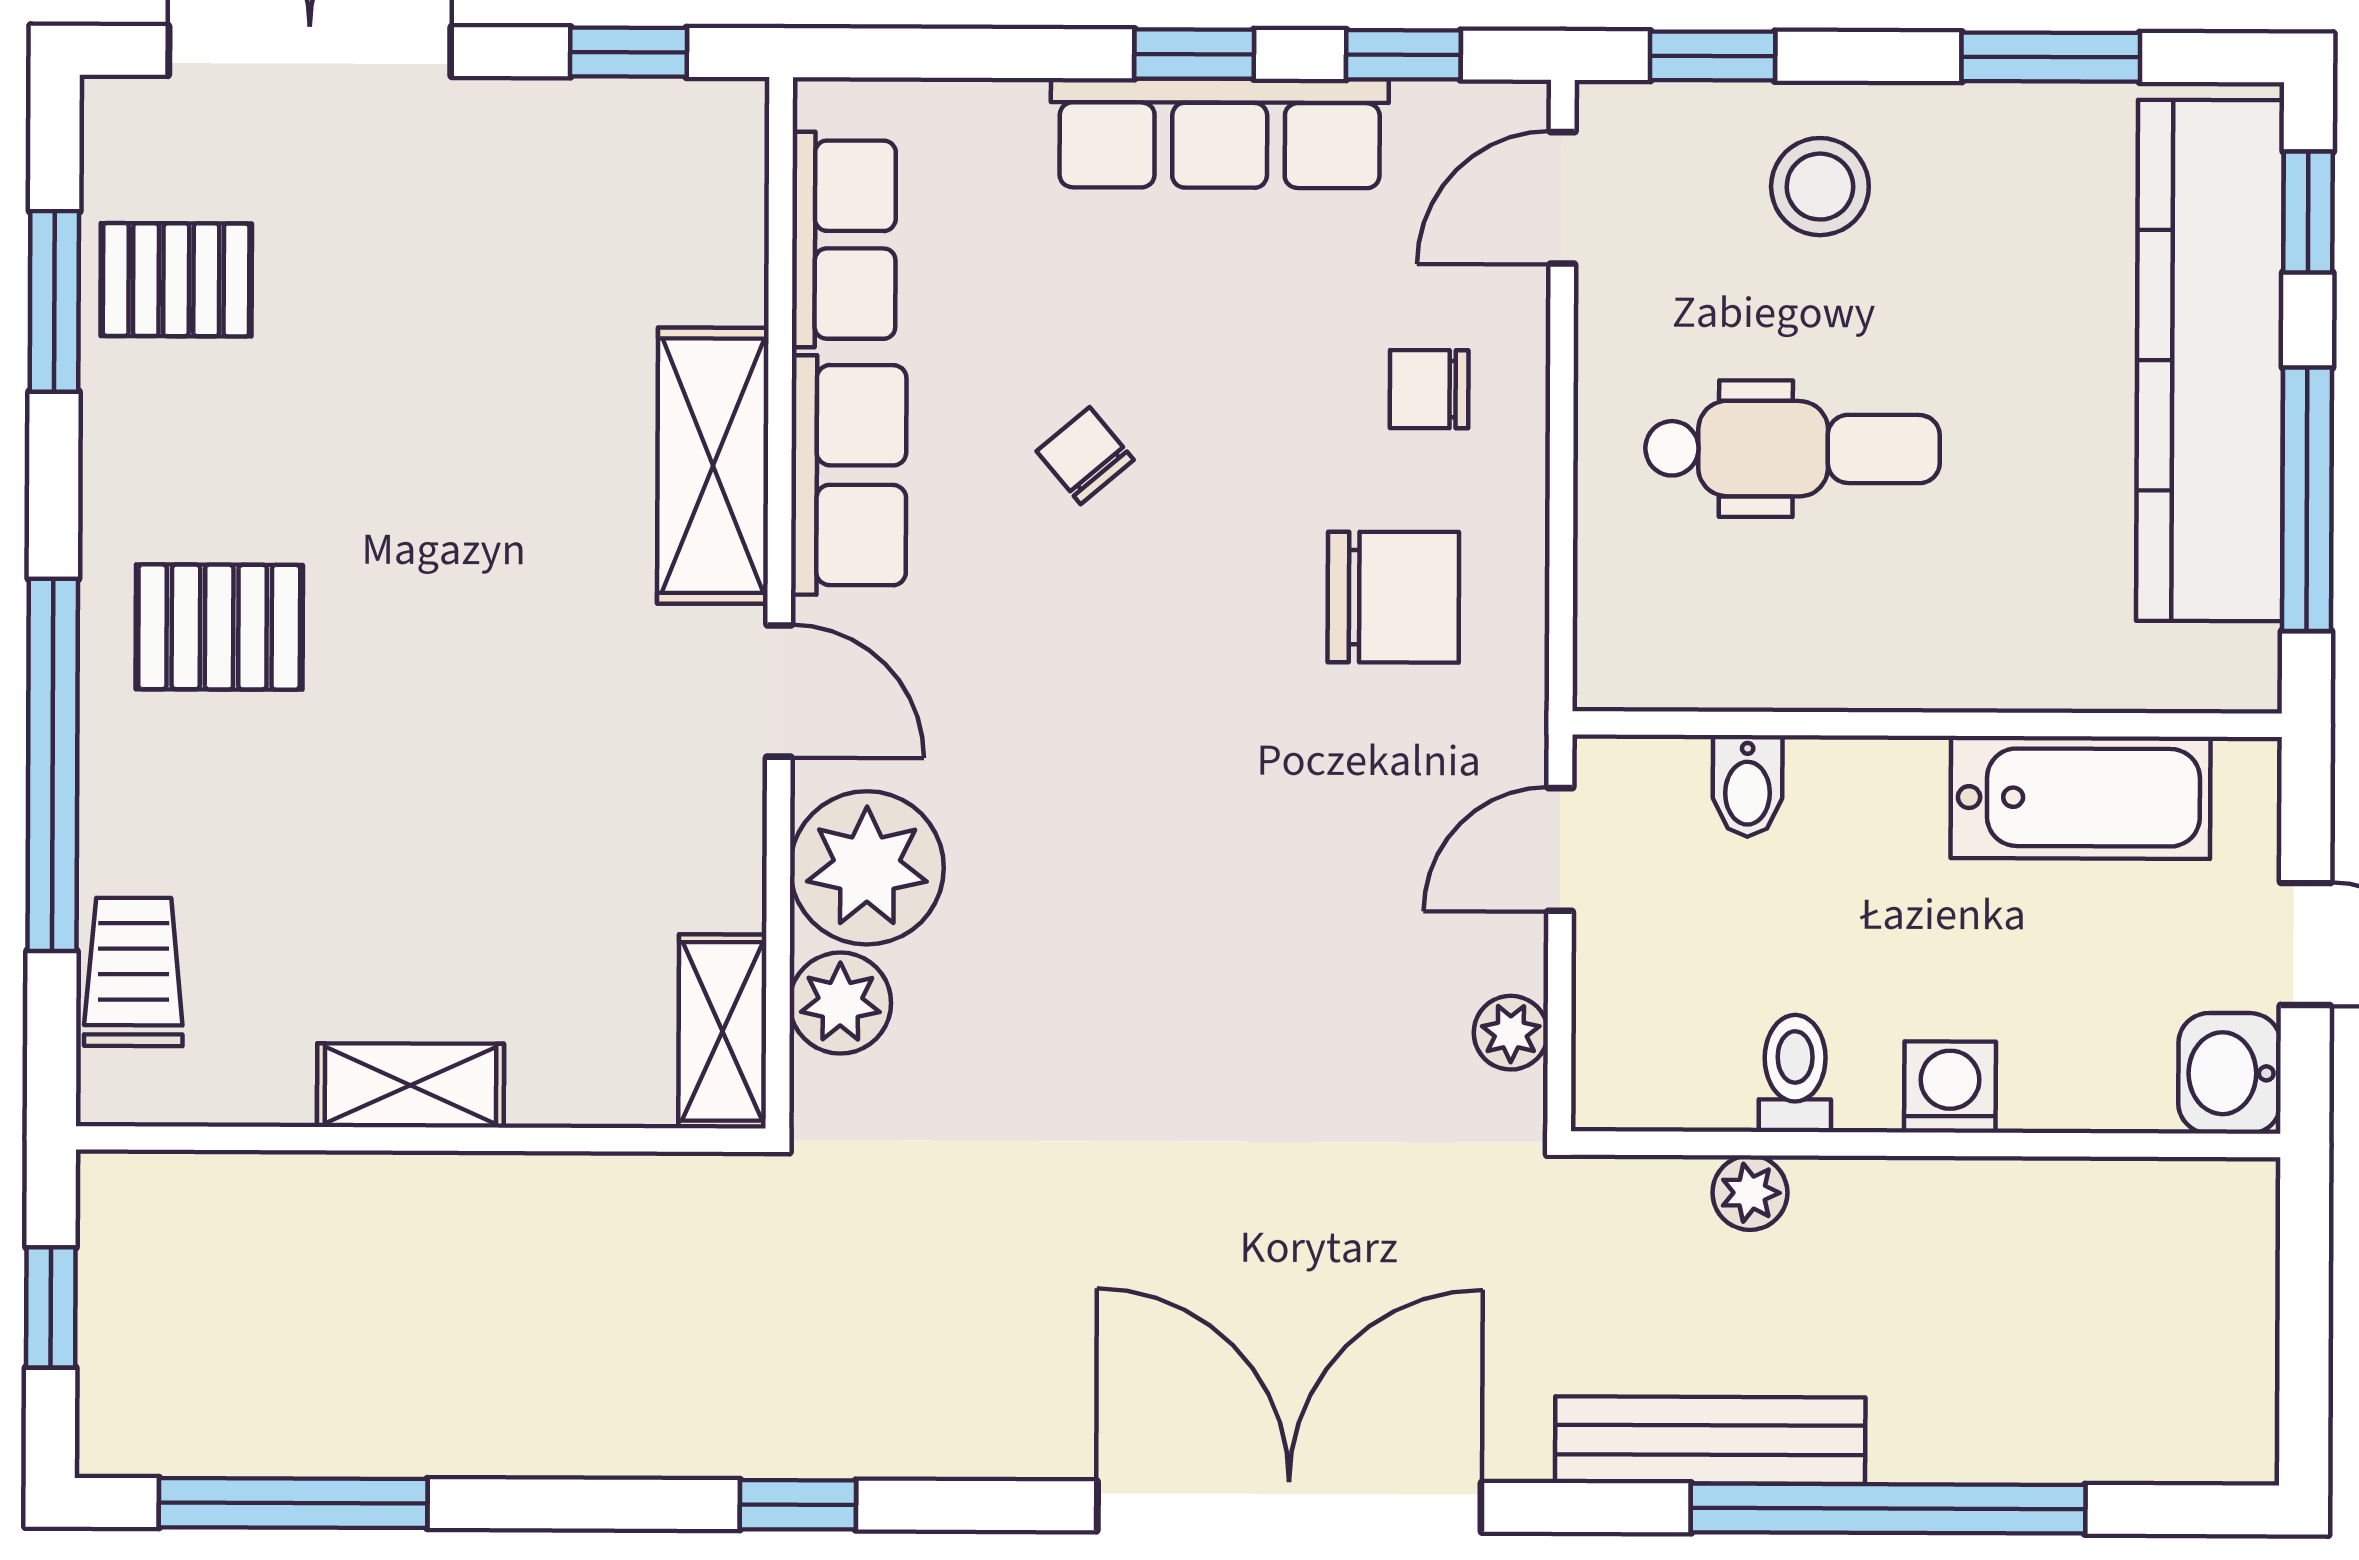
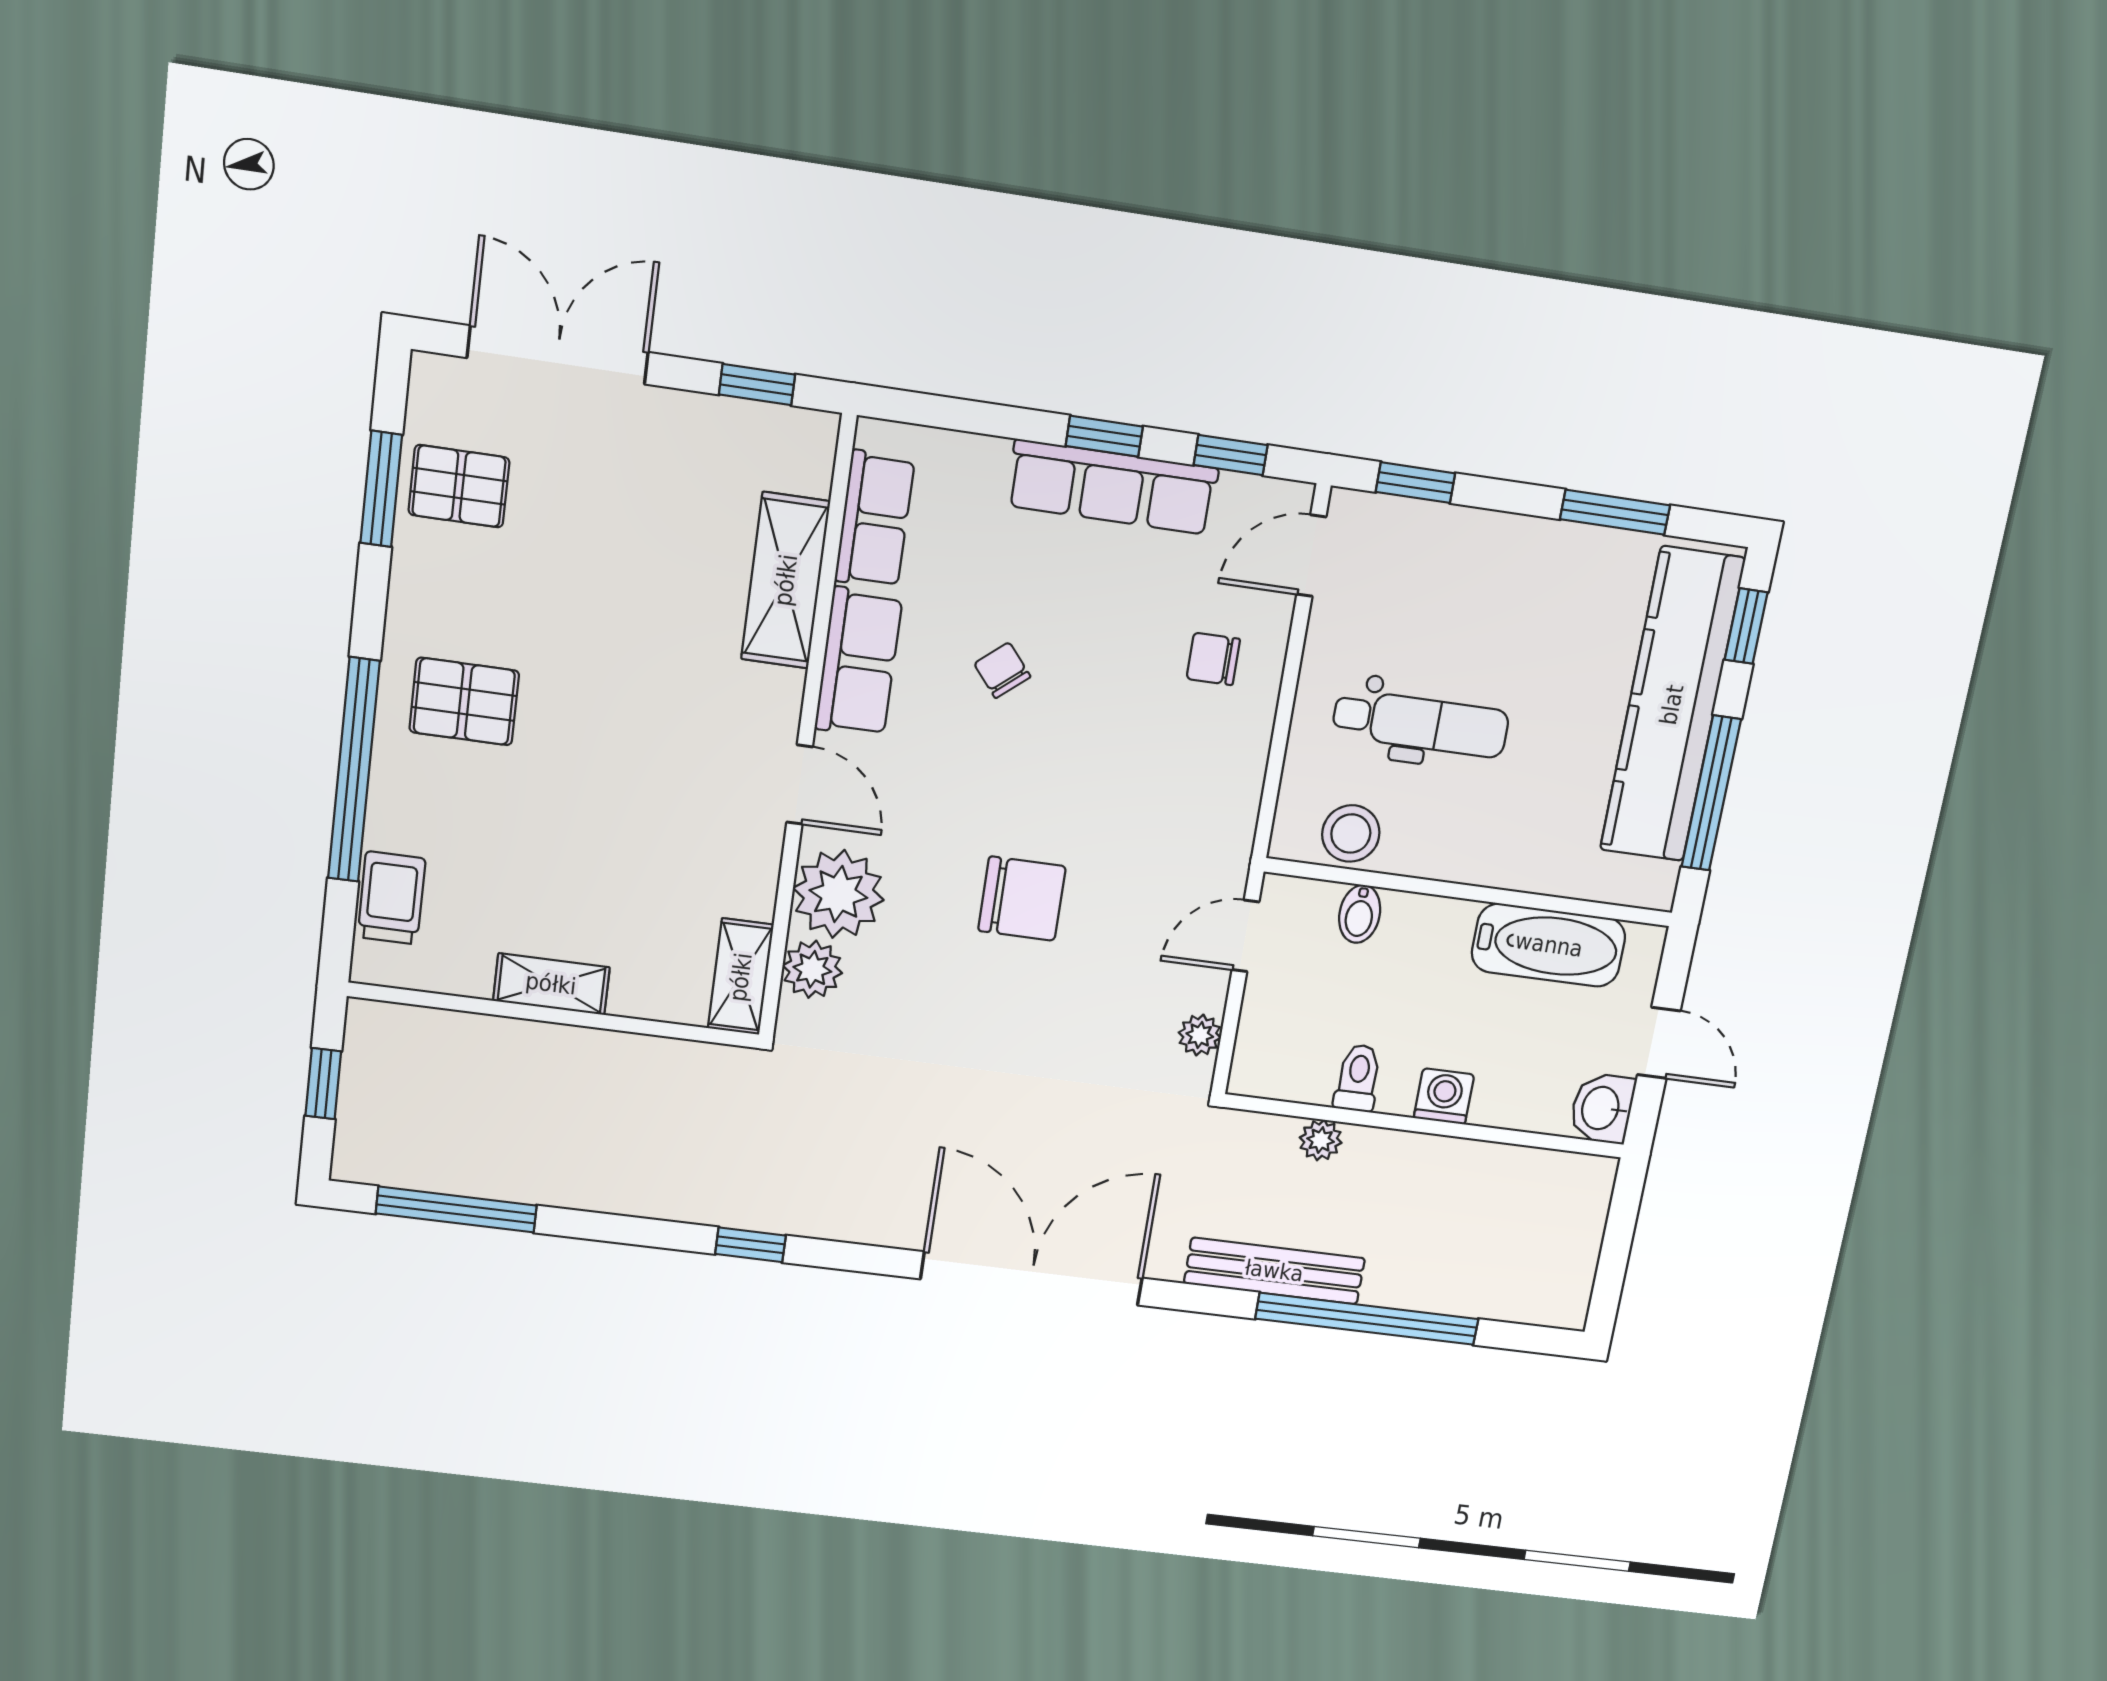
stool: (1820, 187) -> (1351, 833), moved
shelving: (713, 466) -> (786, 580), moved
chair: (1393, 597) -> (1022, 899), moved

